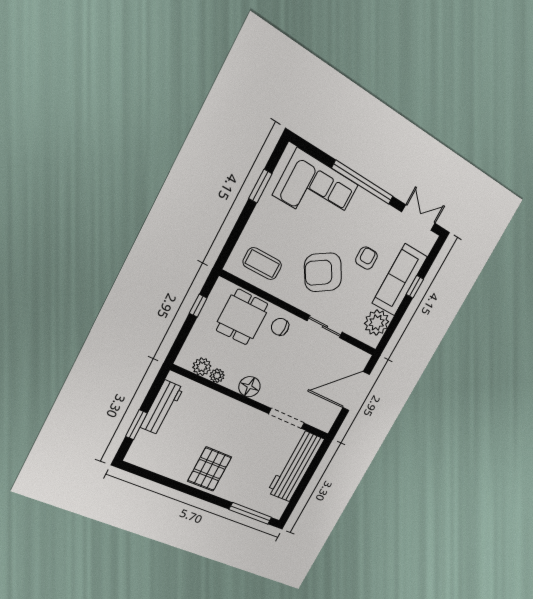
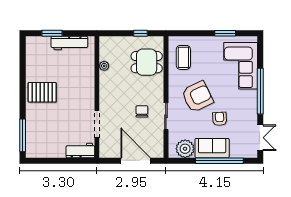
armchair: (366, 258) -> (220, 119), turned -93
armchair: (323, 272) -> (197, 97), turned 96
sofa: (400, 280) -> (212, 148), width x0.73
window: (415, 287) -> (219, 161), width x3.17
chair: (280, 327) -> (142, 111), moved
plant: (202, 367) -> (105, 54), removed
floor lamp: (249, 387) -> (106, 89), removed
workbench: (296, 466) -> (80, 151), width x0.53, depth x0.76

